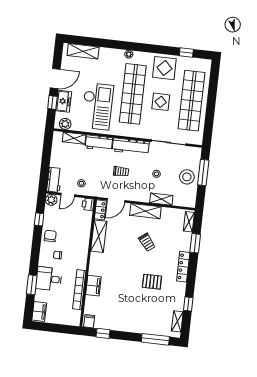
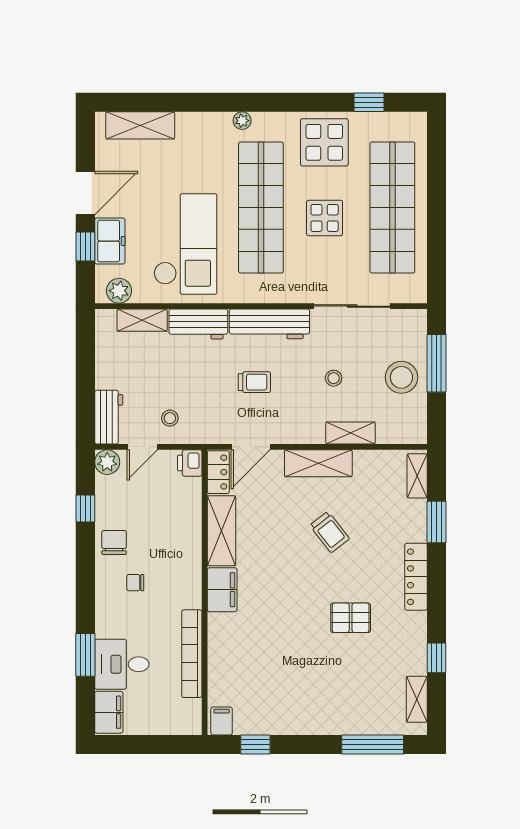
desk: (49, 279) -> (122, 664), moved
filing cabinet: (93, 286) -> (222, 590), moved

